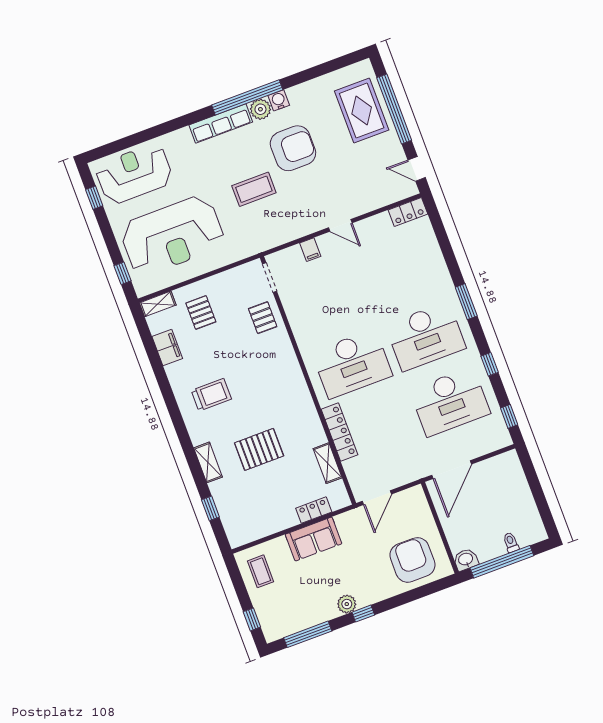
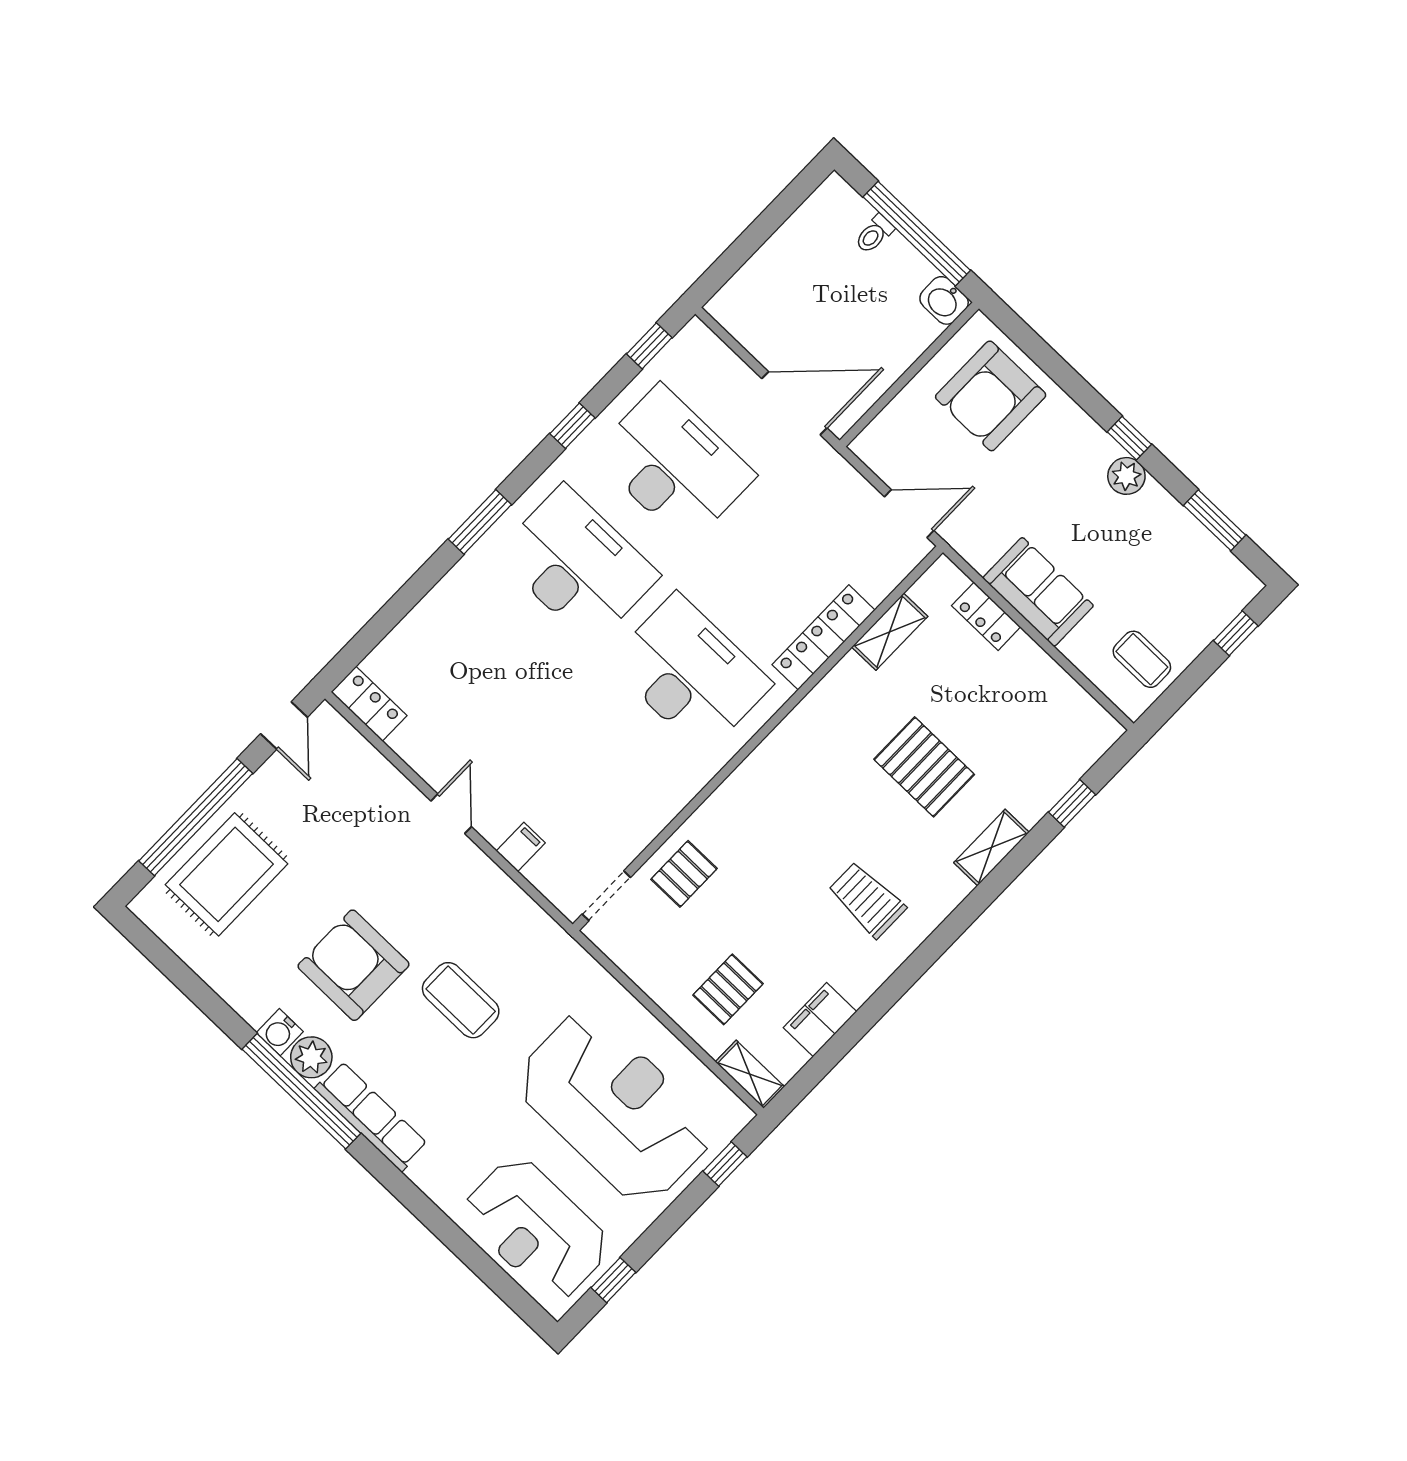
coffee table: (261, 571) -> (1142, 659), turned 90
window: (308, 634) -> (1215, 520), width x0.69

